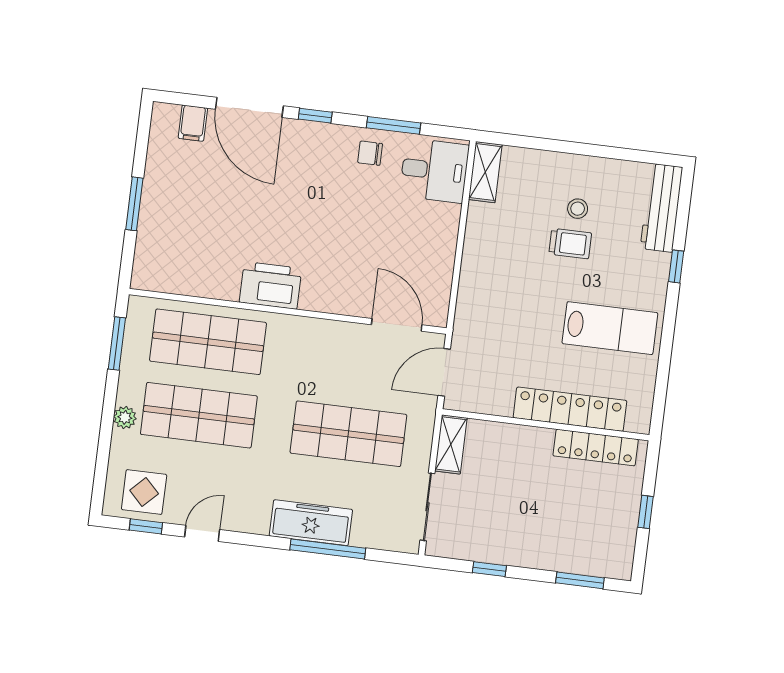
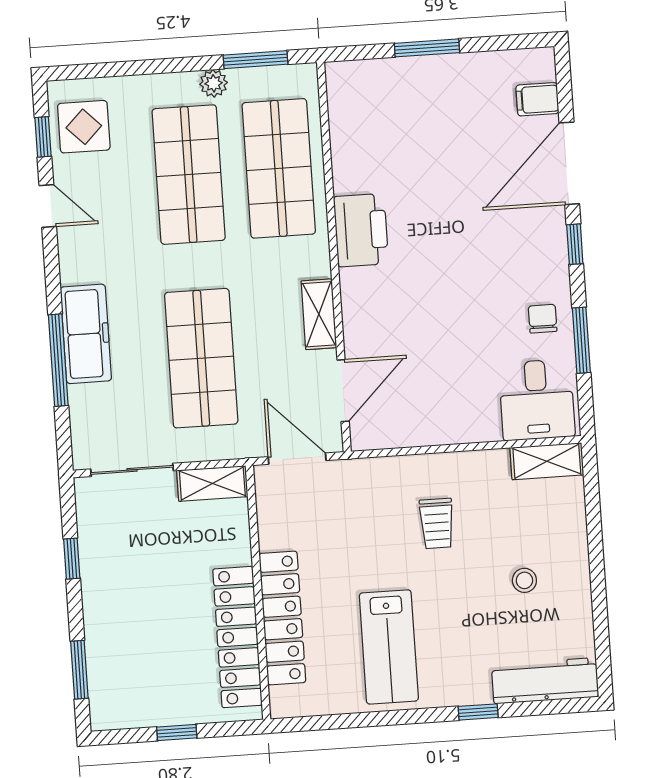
trolley: (570, 244) -> (437, 524), moved
shelving: (332, 332) -> (319, 314), added
plant: (125, 417) -> (214, 83), moved
locker: (596, 448) -> (237, 637), width x1.41, depth x1.21

